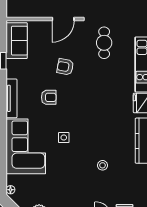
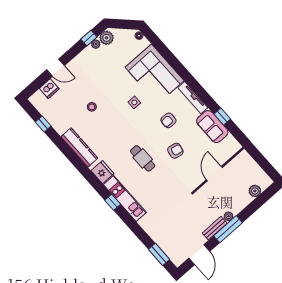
door: (63, 19) -> (214, 174), moved
sofa: (17, 41) -> (212, 127), moved
cafe table: (104, 43) -> (143, 158), moved

